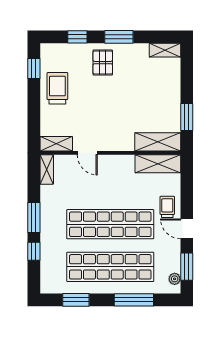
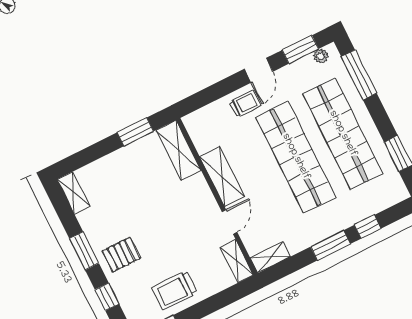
shelving: (158, 164) -> (222, 177), moved
trolley: (167, 207) -> (245, 104), turned 180
window: (134, 300) -> (359, 75), moved

